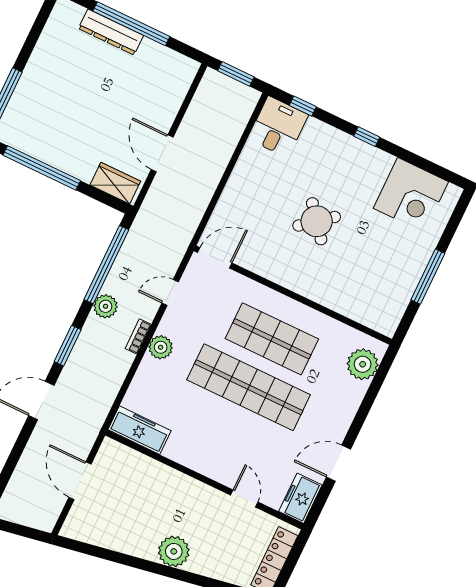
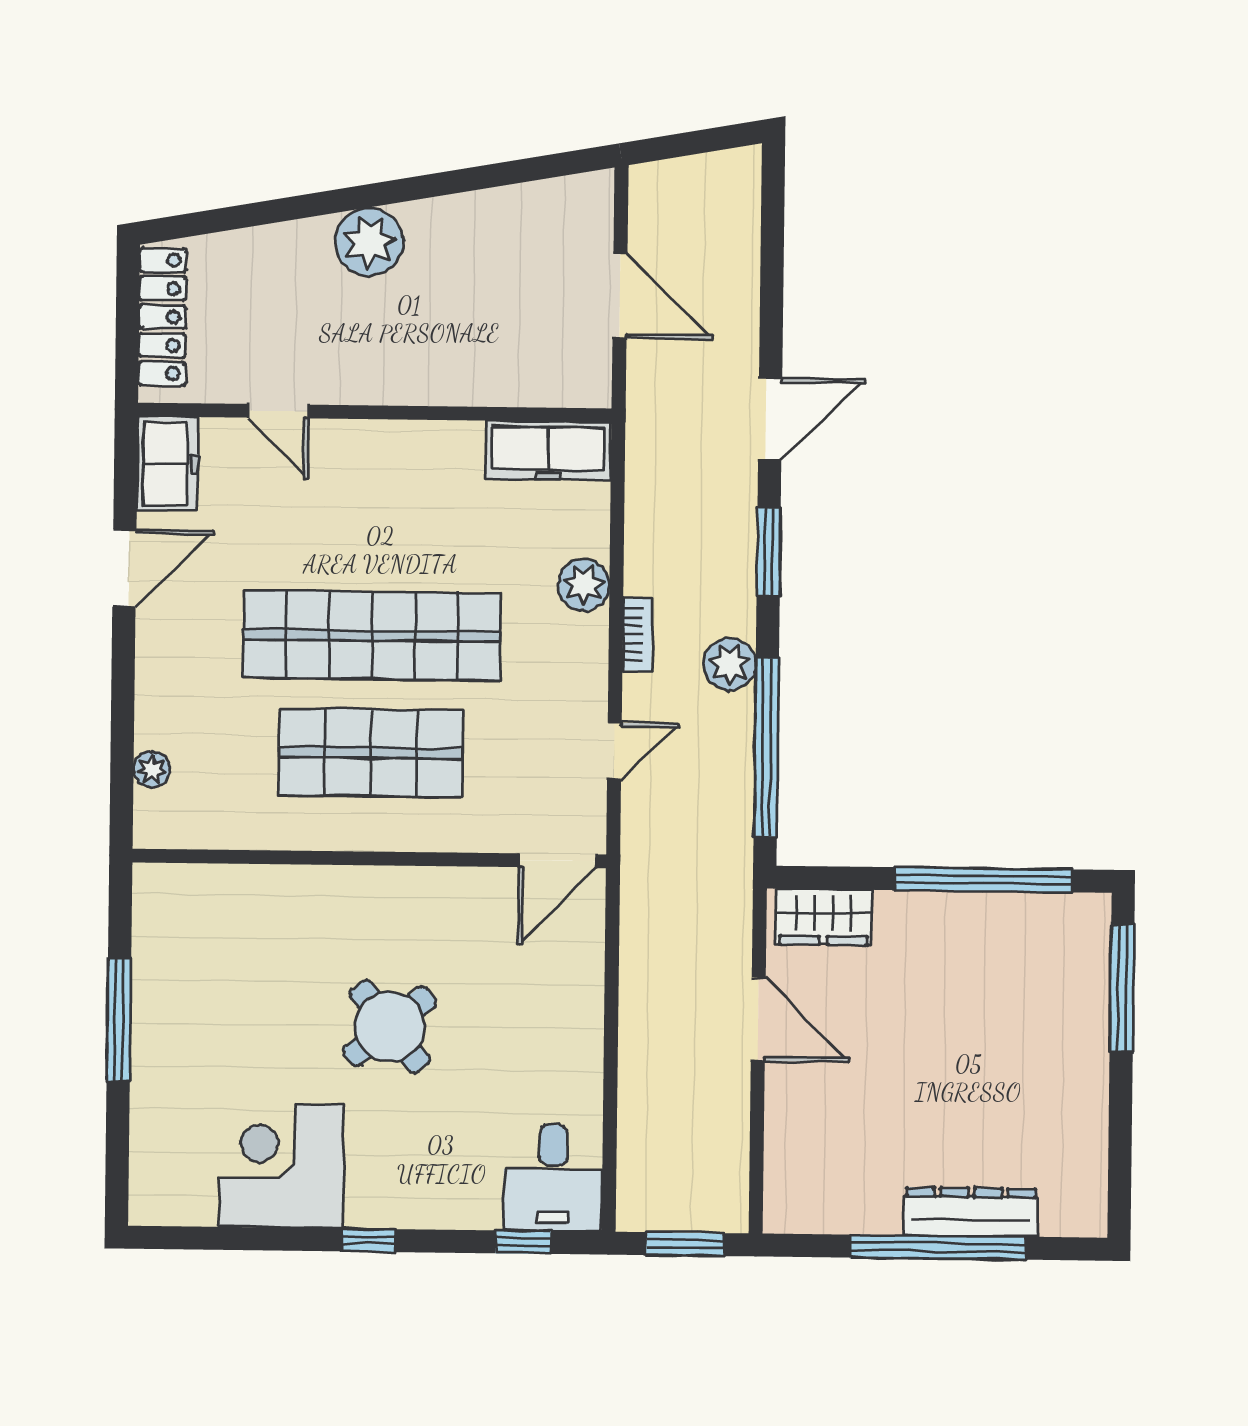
corner desk: (411, 195) -> (282, 1166), moved
plant: (161, 347) -> (584, 585), moved
plant: (363, 364) -> (152, 770), width x0.53, depth x0.53

